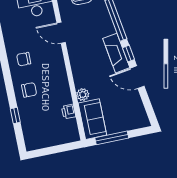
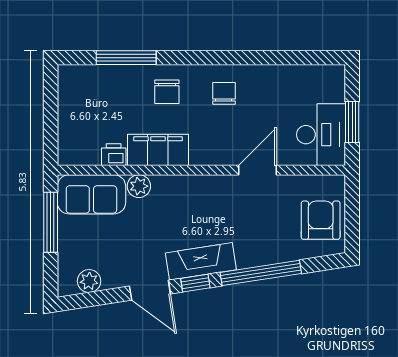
door: (137, 77) -> (150, 290), swing flipped
filing cabinet: (61, 88) -> (158, 150), added
plant: (139, 111) -> (89, 281), added
window: (15, 116) -> (126, 58), width x2.17

